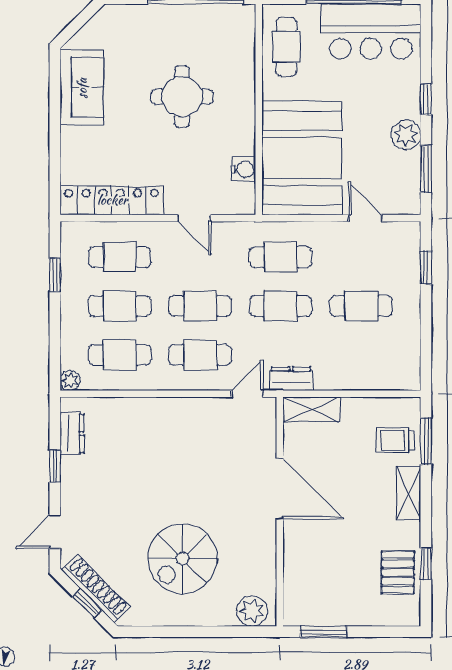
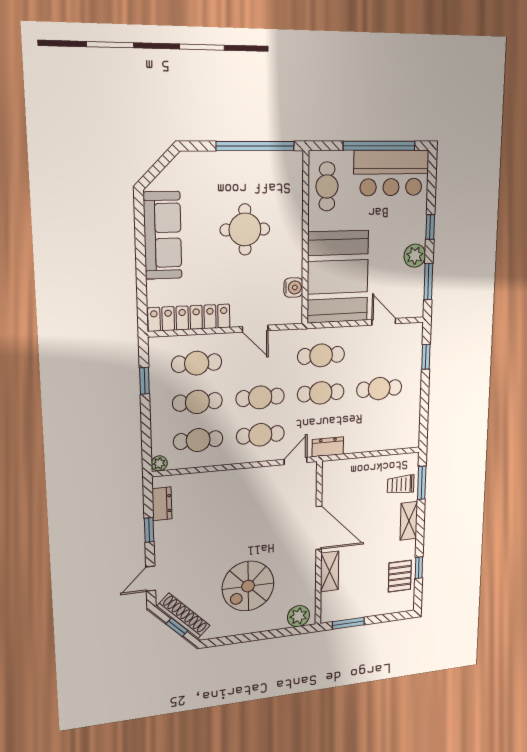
sofa: (82, 88) -> (163, 235), width x1.36
shelving: (312, 409) -> (330, 571), moved, turned 90

